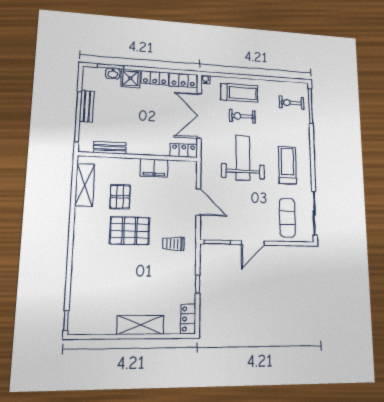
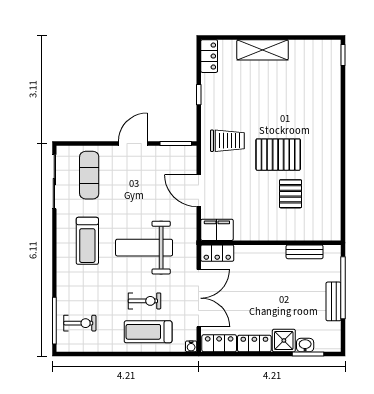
weight bench: (243, 158) -> (144, 248), turned 90
filing cabinet: (154, 168) -> (217, 230), moved
shelving: (85, 185) -> (331, 206), removed
trolley: (174, 244) -> (227, 141), width x1.36, depth x1.39

